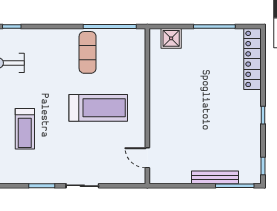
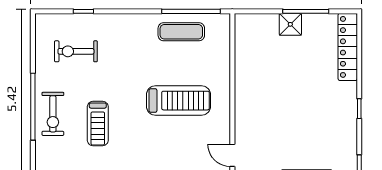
shower: (171, 38) -> (290, 24), moved
exercise mat: (88, 52) -> (181, 32), moved, turned 90

